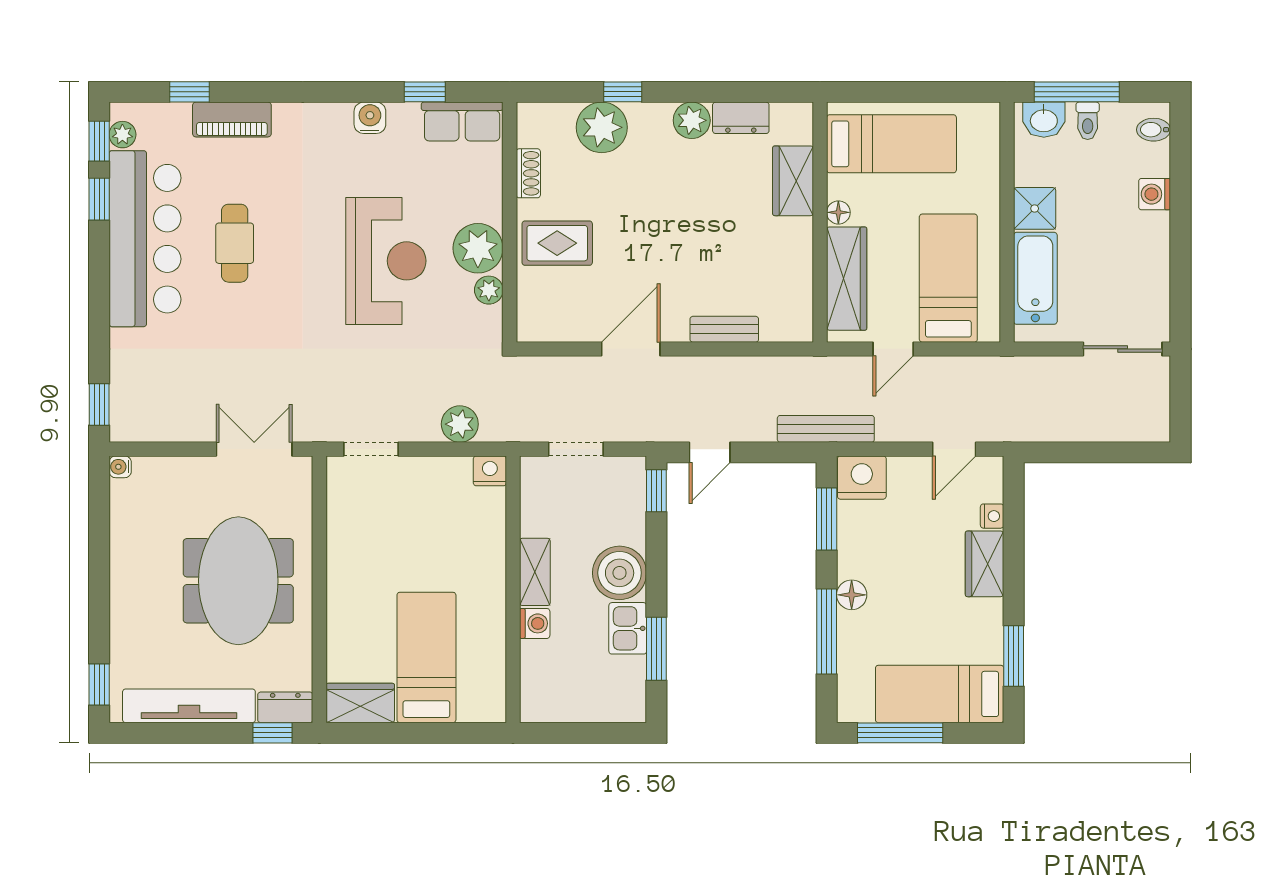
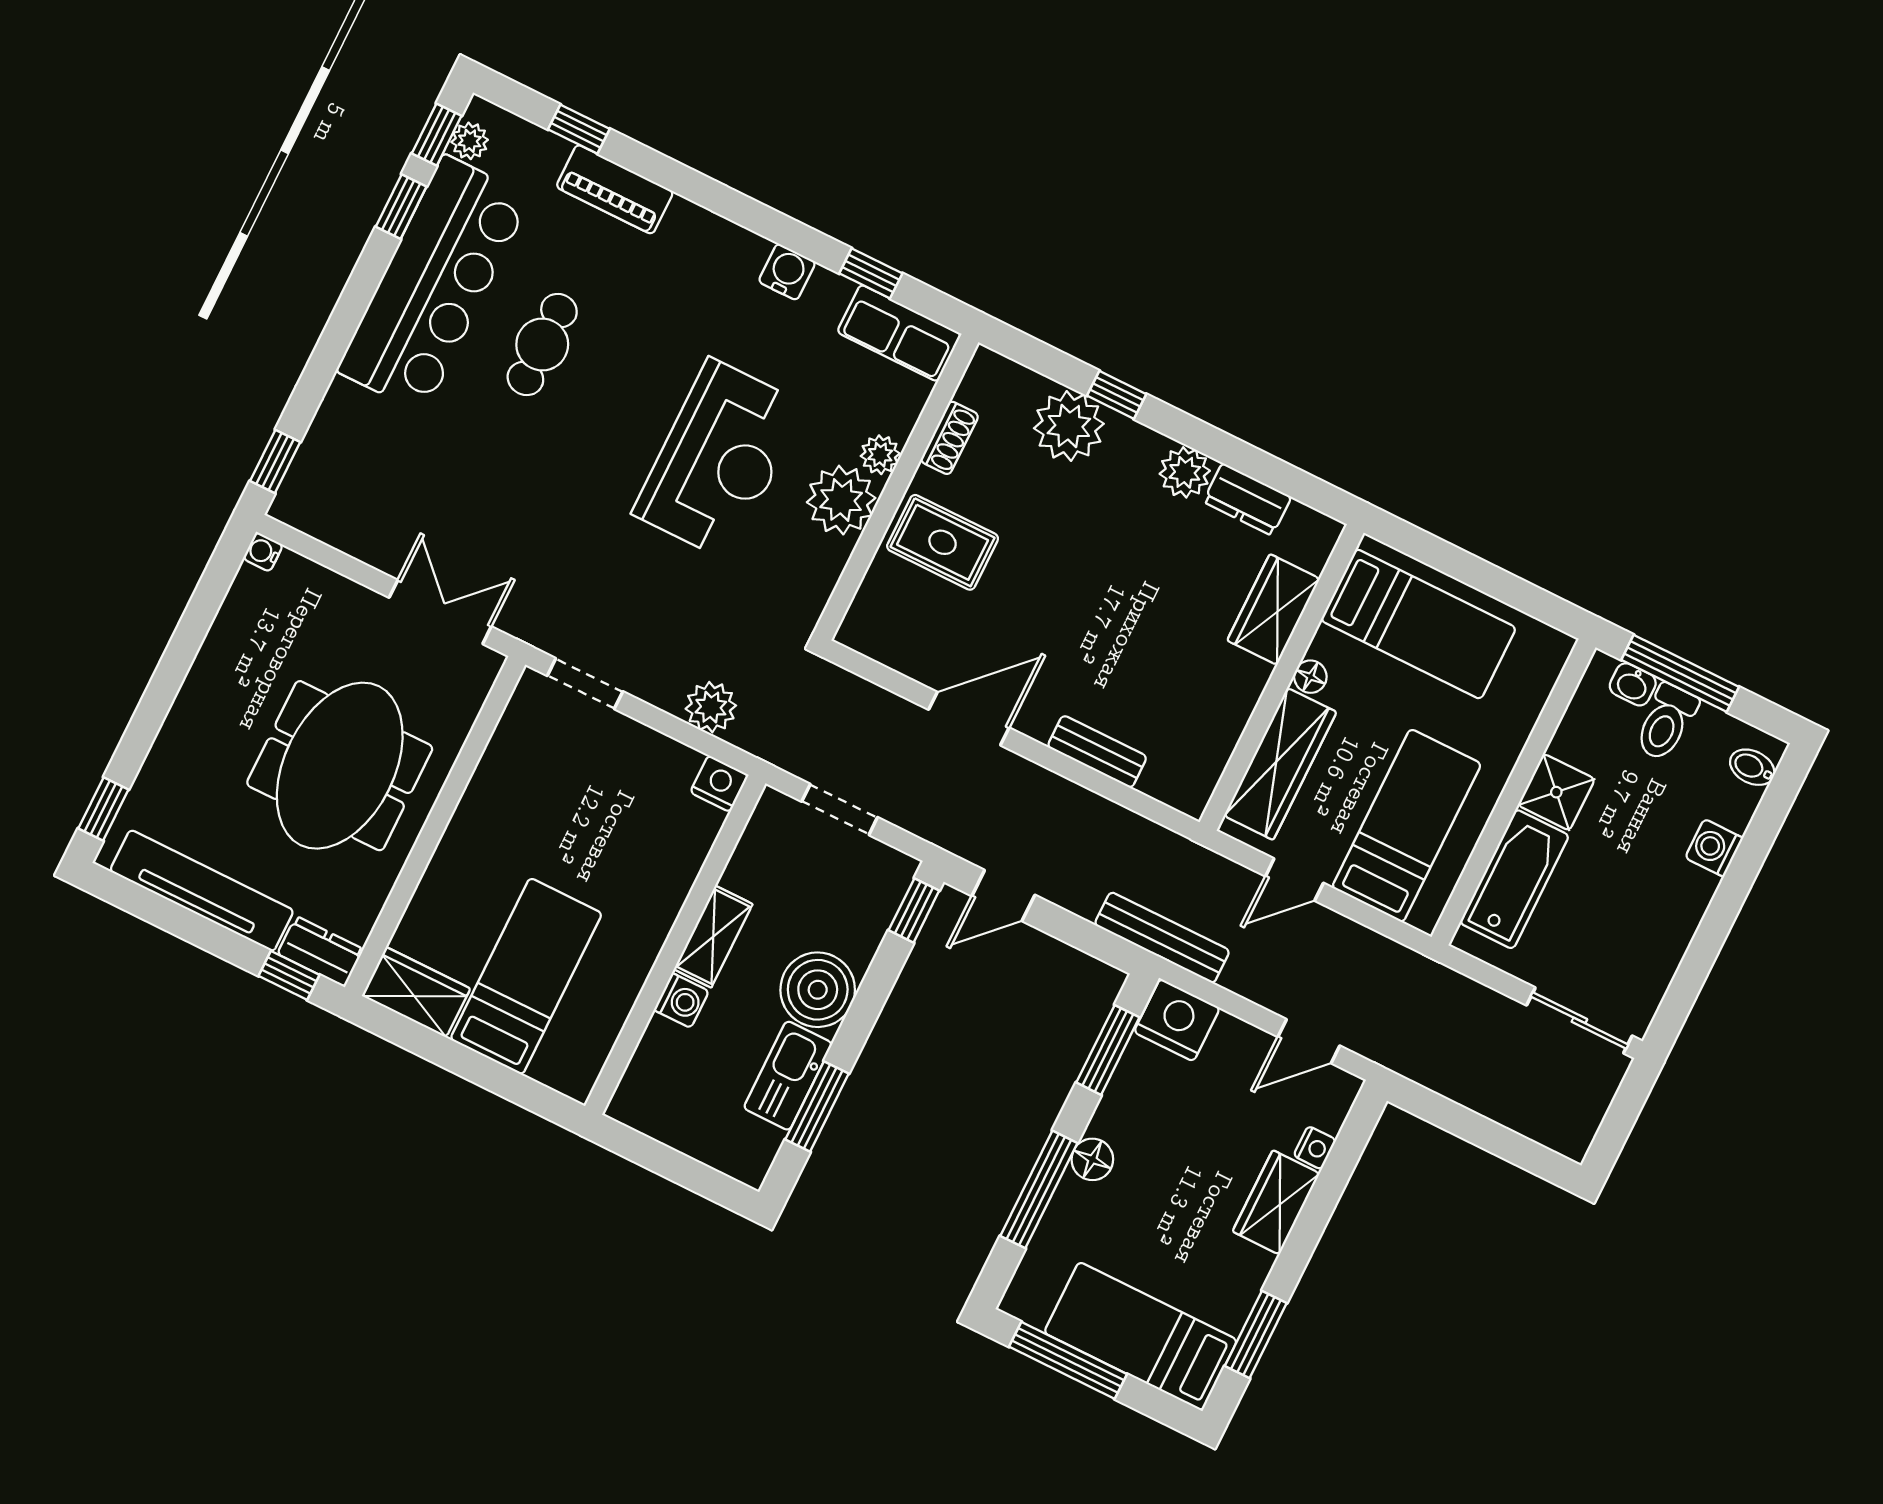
washbasin: (1044, 120) -> (1633, 684), width x0.72, depth x0.69
toilet: (1088, 121) -> (1666, 722), width x1.37, depth x1.39
plant: (489, 290) -> (880, 455), moved
kitchen sink: (628, 628) -> (788, 1076), width x1.38

